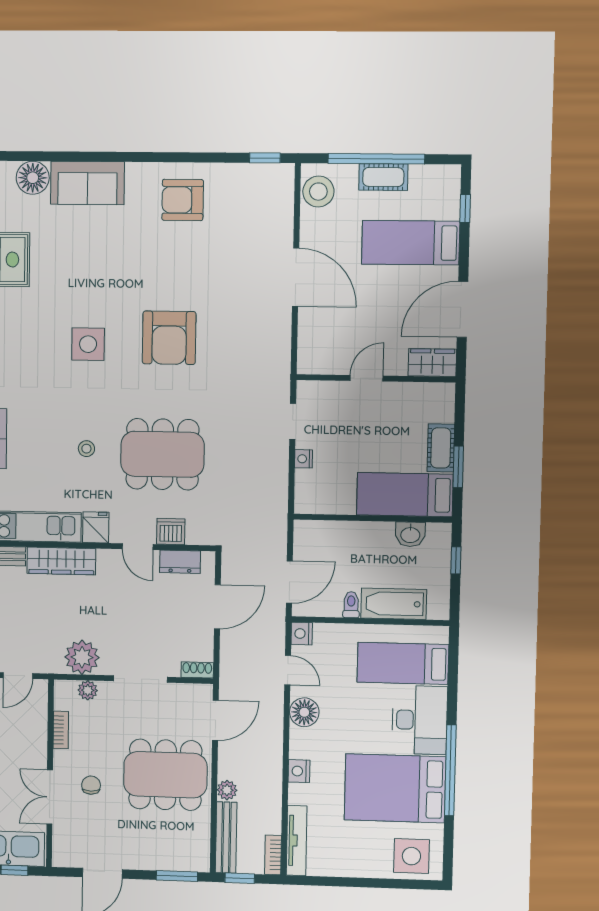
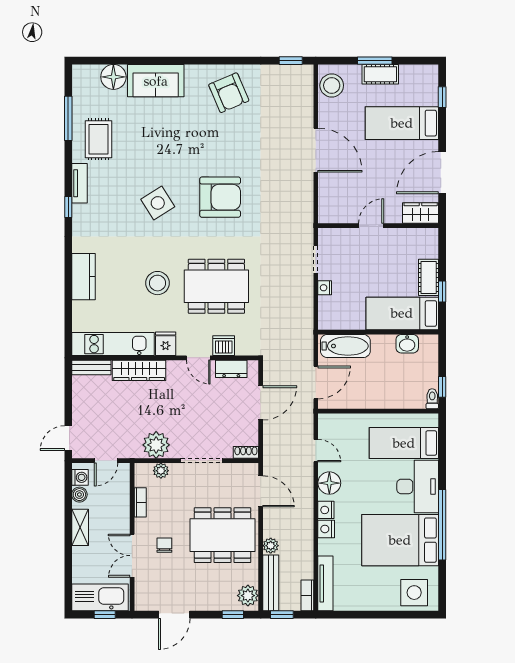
window: (376, 159) -> (375, 61), width x0.47
armchair: (183, 200) -> (229, 93), turned -113
armchair: (169, 338) -> (220, 197), turned -90
side table: (88, 344) -> (158, 203), turned -32
stool: (86, 449) -> (158, 283), width x1.89, depth x1.89
window: (458, 467) -> (442, 292), width x0.67
window: (456, 560) -> (442, 387), moved
bathtub: (394, 604) -> (345, 346), moved, turned 180
toilet: (351, 605) -> (432, 399), moved
nightstand: (302, 634) -> (326, 510), moved
door: (215, 720) -> (261, 491), hinge flipped
plant: (197, 852) -> (248, 596), added
window: (177, 876) -> (233, 615), width x0.67

